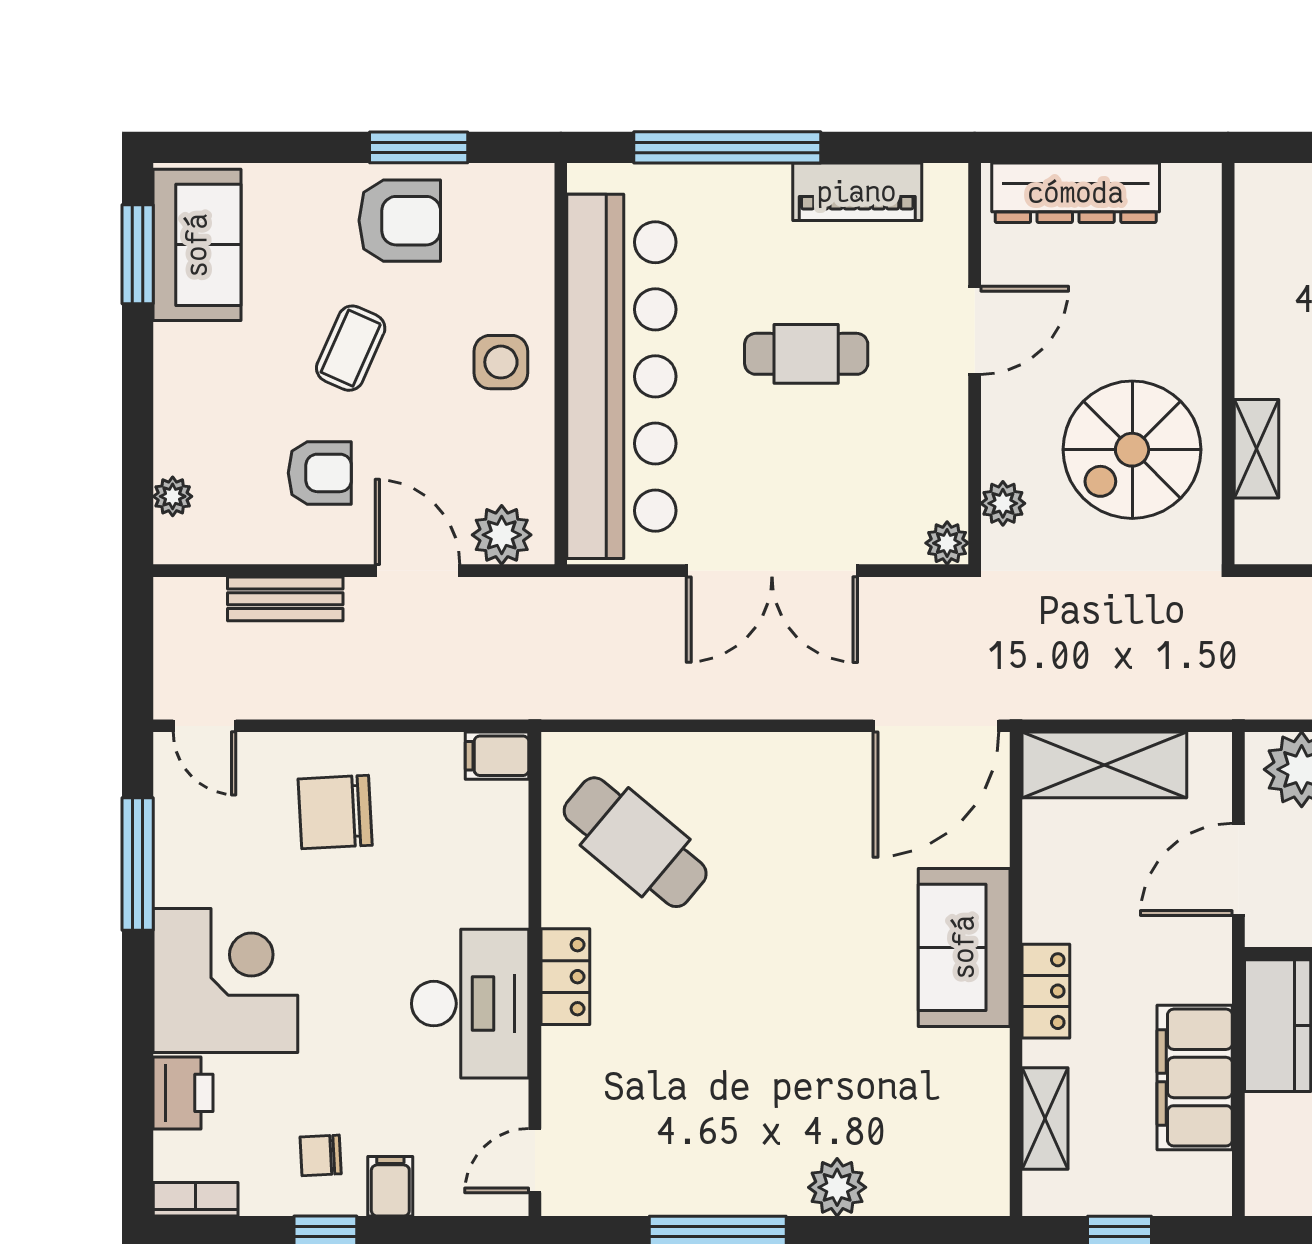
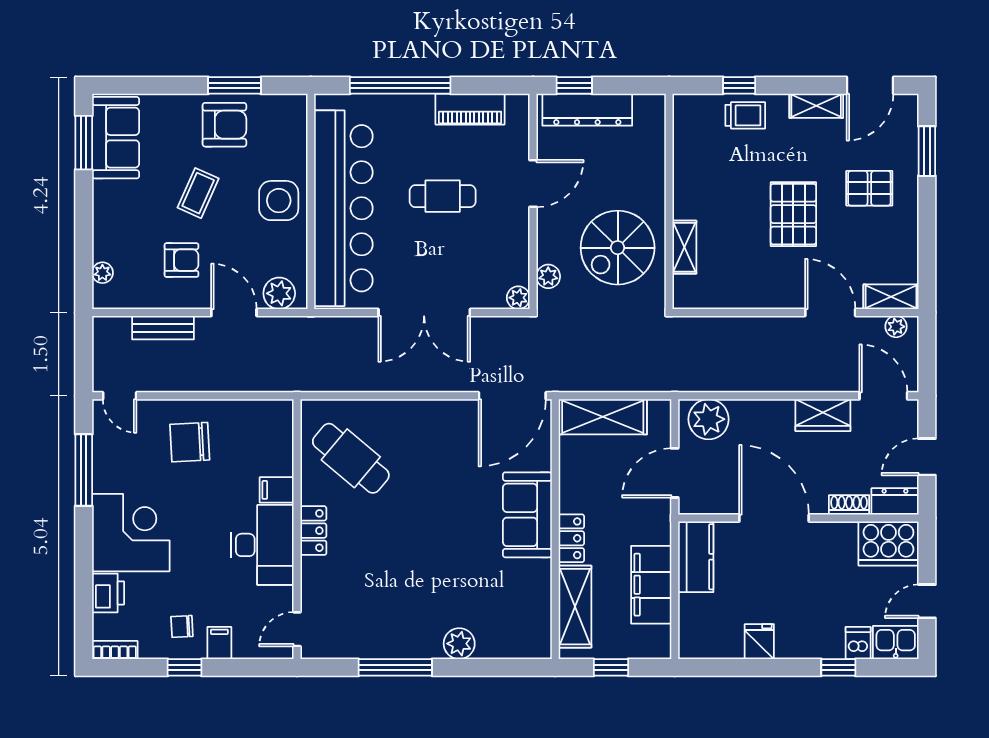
window: (1051, 147) -> (574, 85), added
side table: (501, 362) -> (279, 201), width x1.37, depth x1.37
filing cabinet: (497, 756) -> (277, 490), moved
shelving: (1045, 1118) -> (575, 607), width x1.50, depth x1.33

